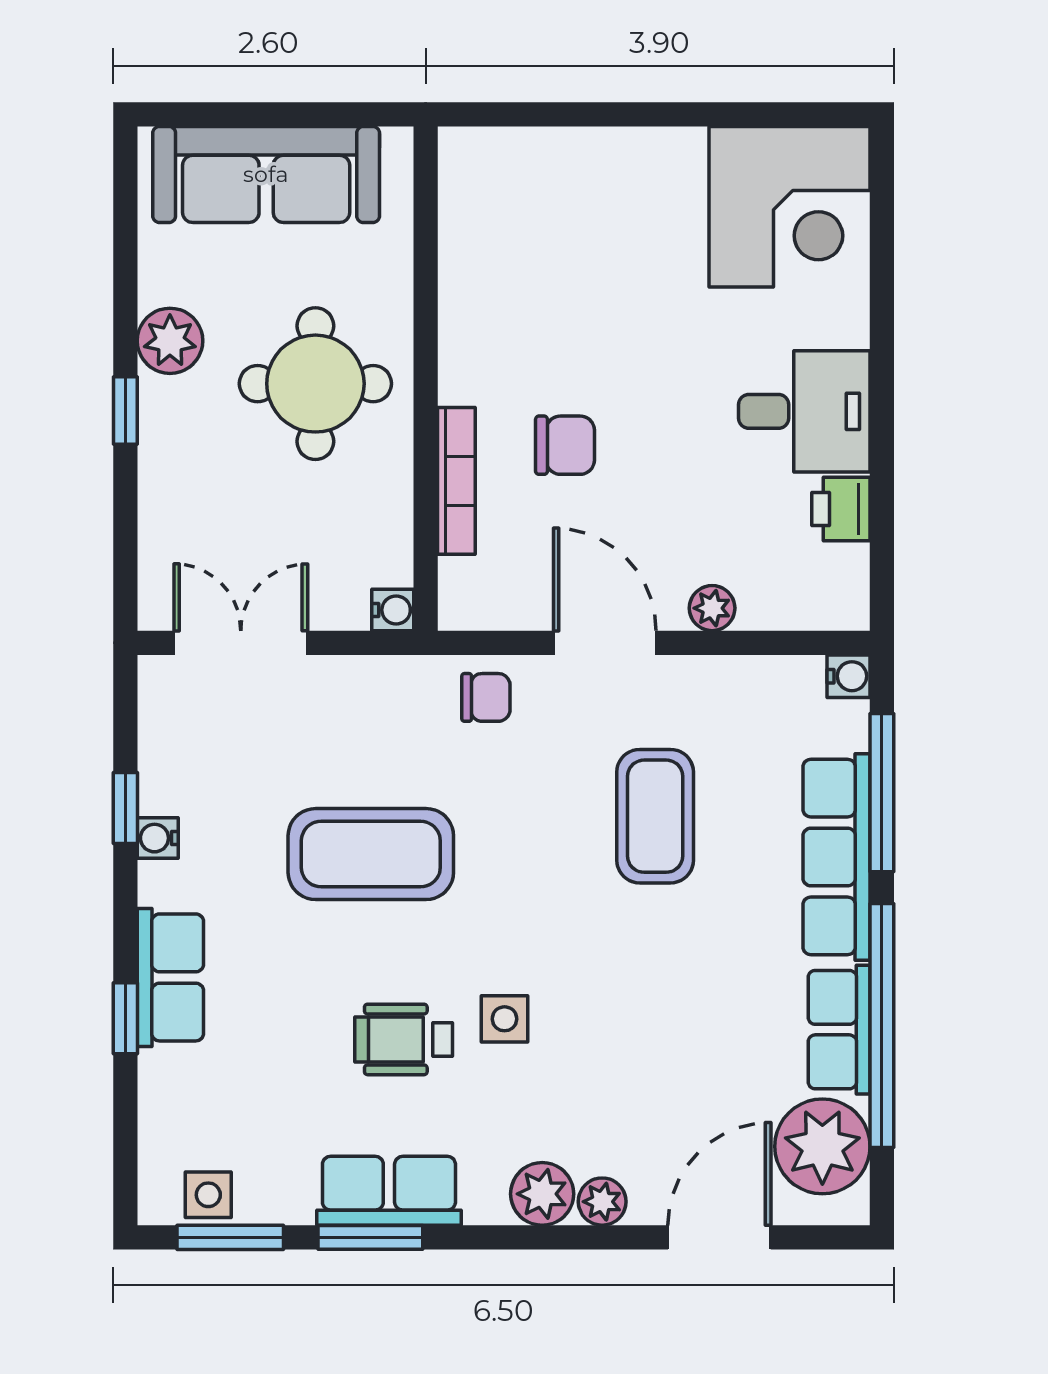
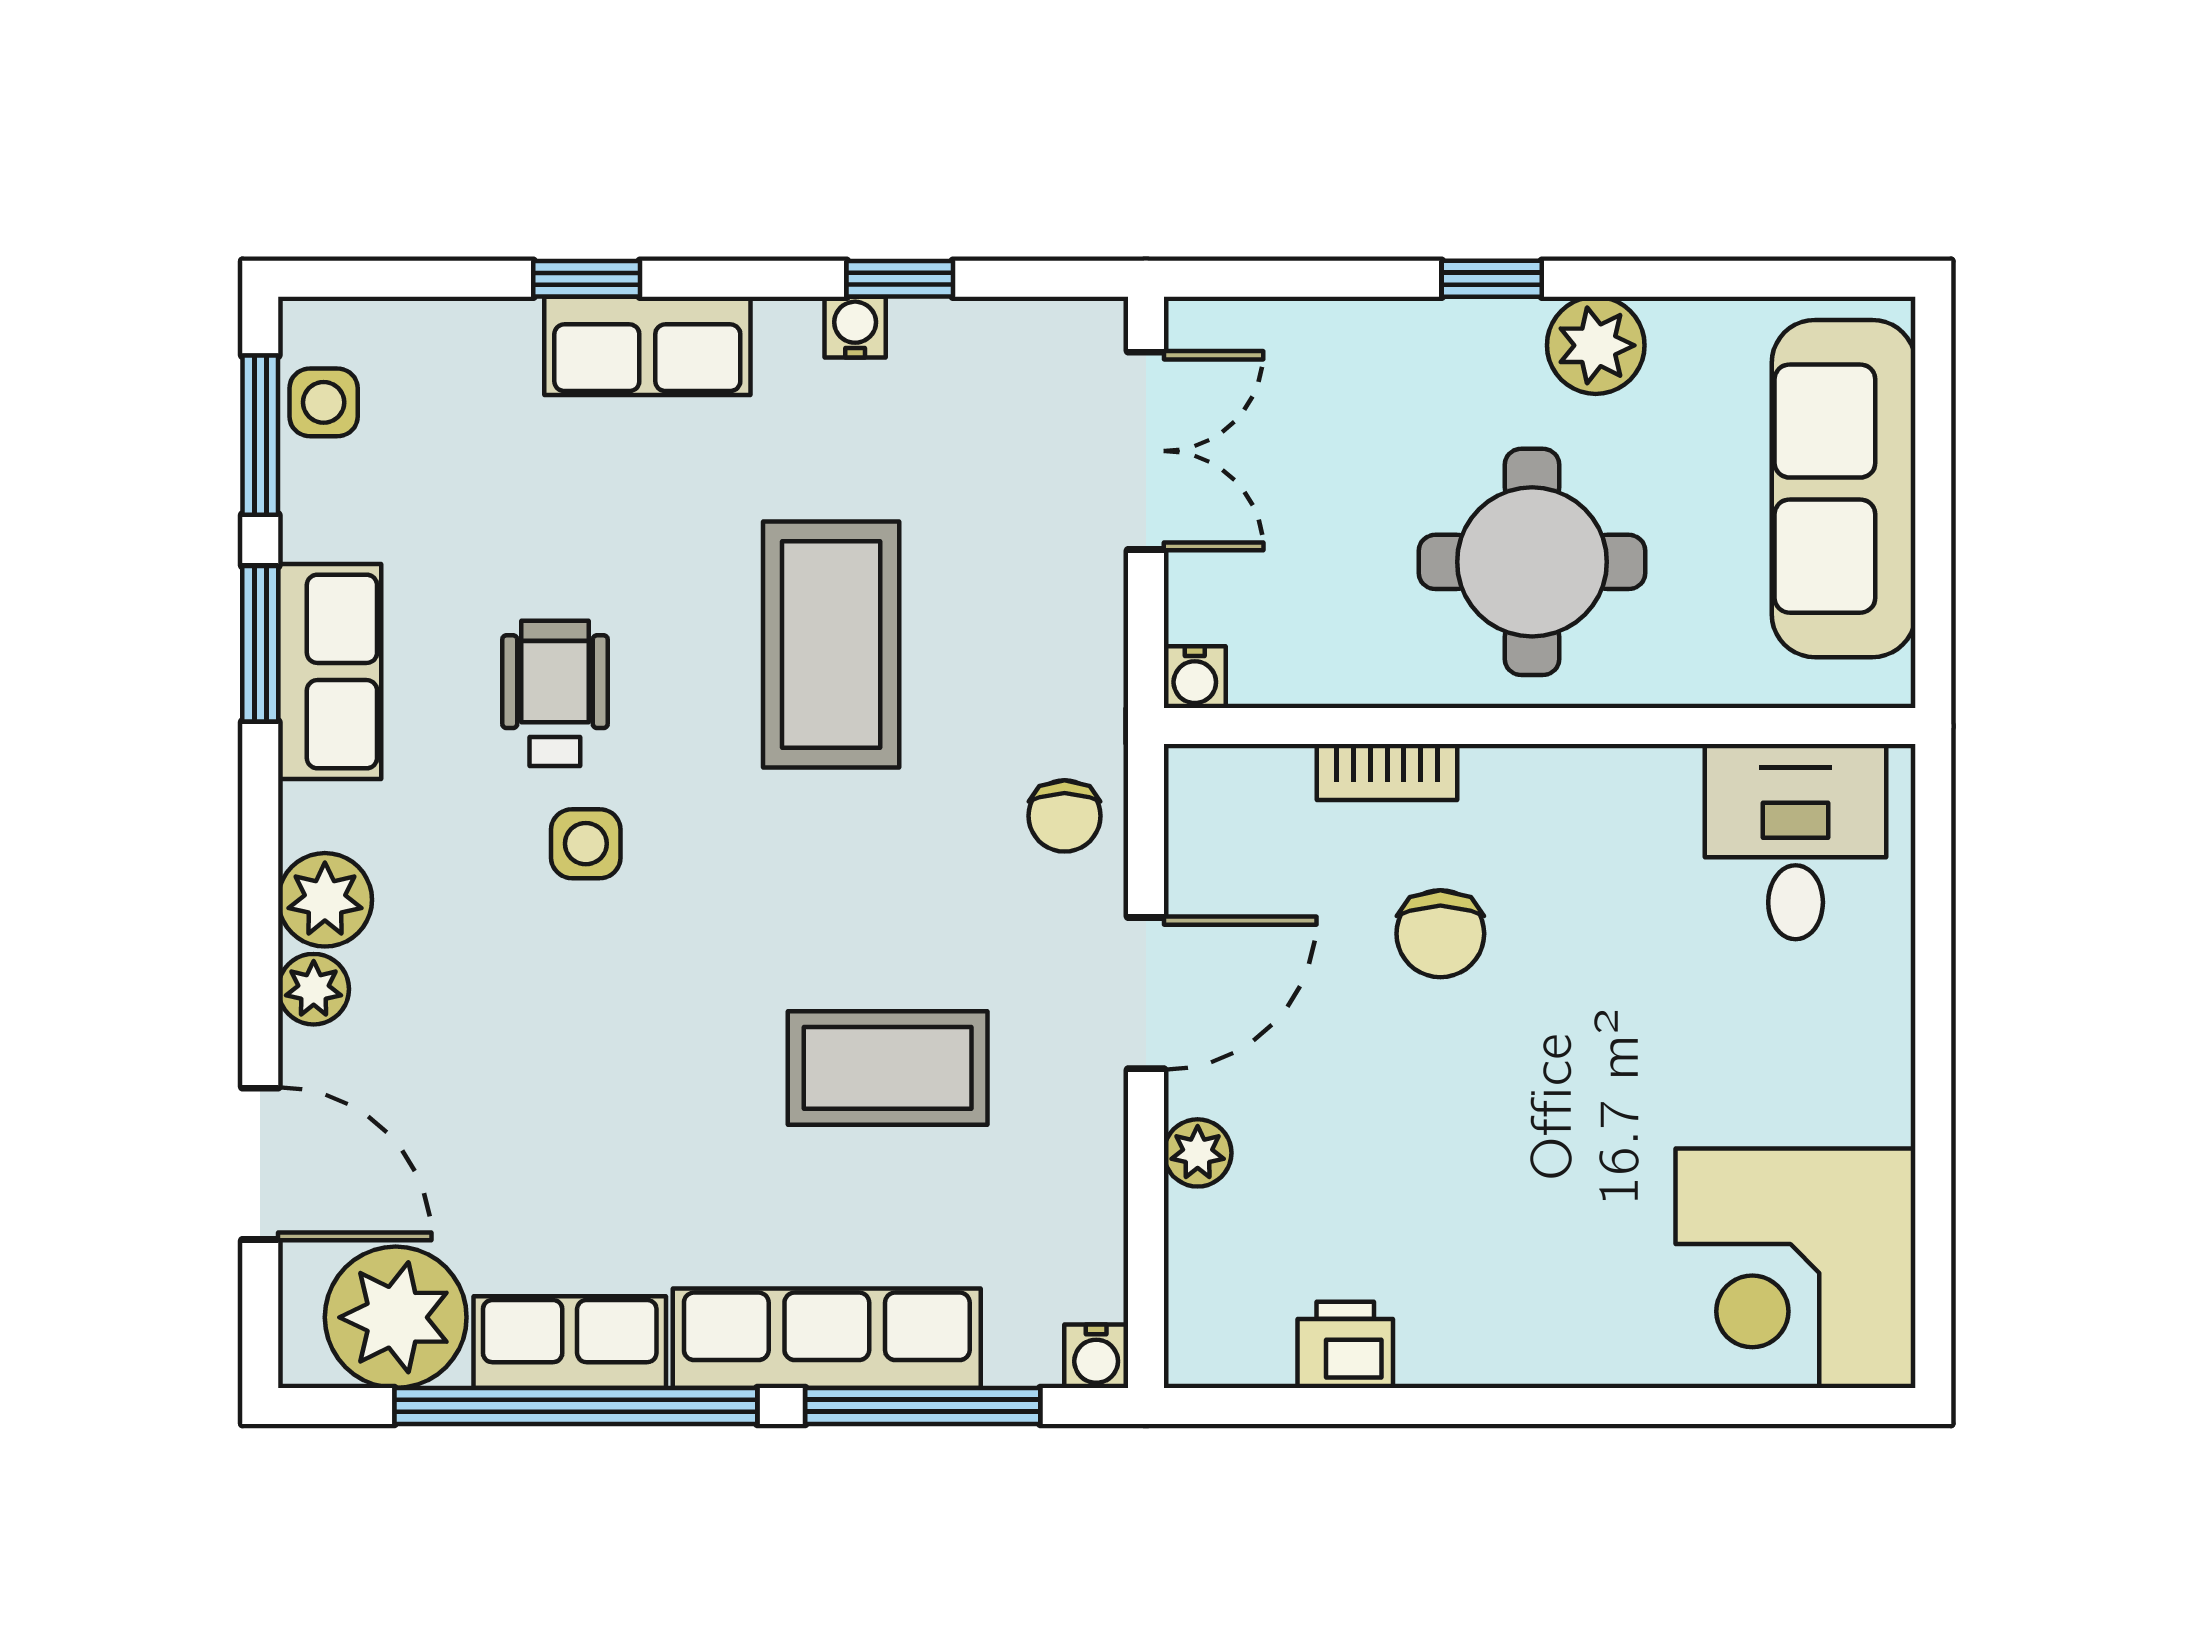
desk: (804, 411) -> (1796, 842), moved, turned 180
bookcase: (456, 481) -> (1387, 772), width x0.64

